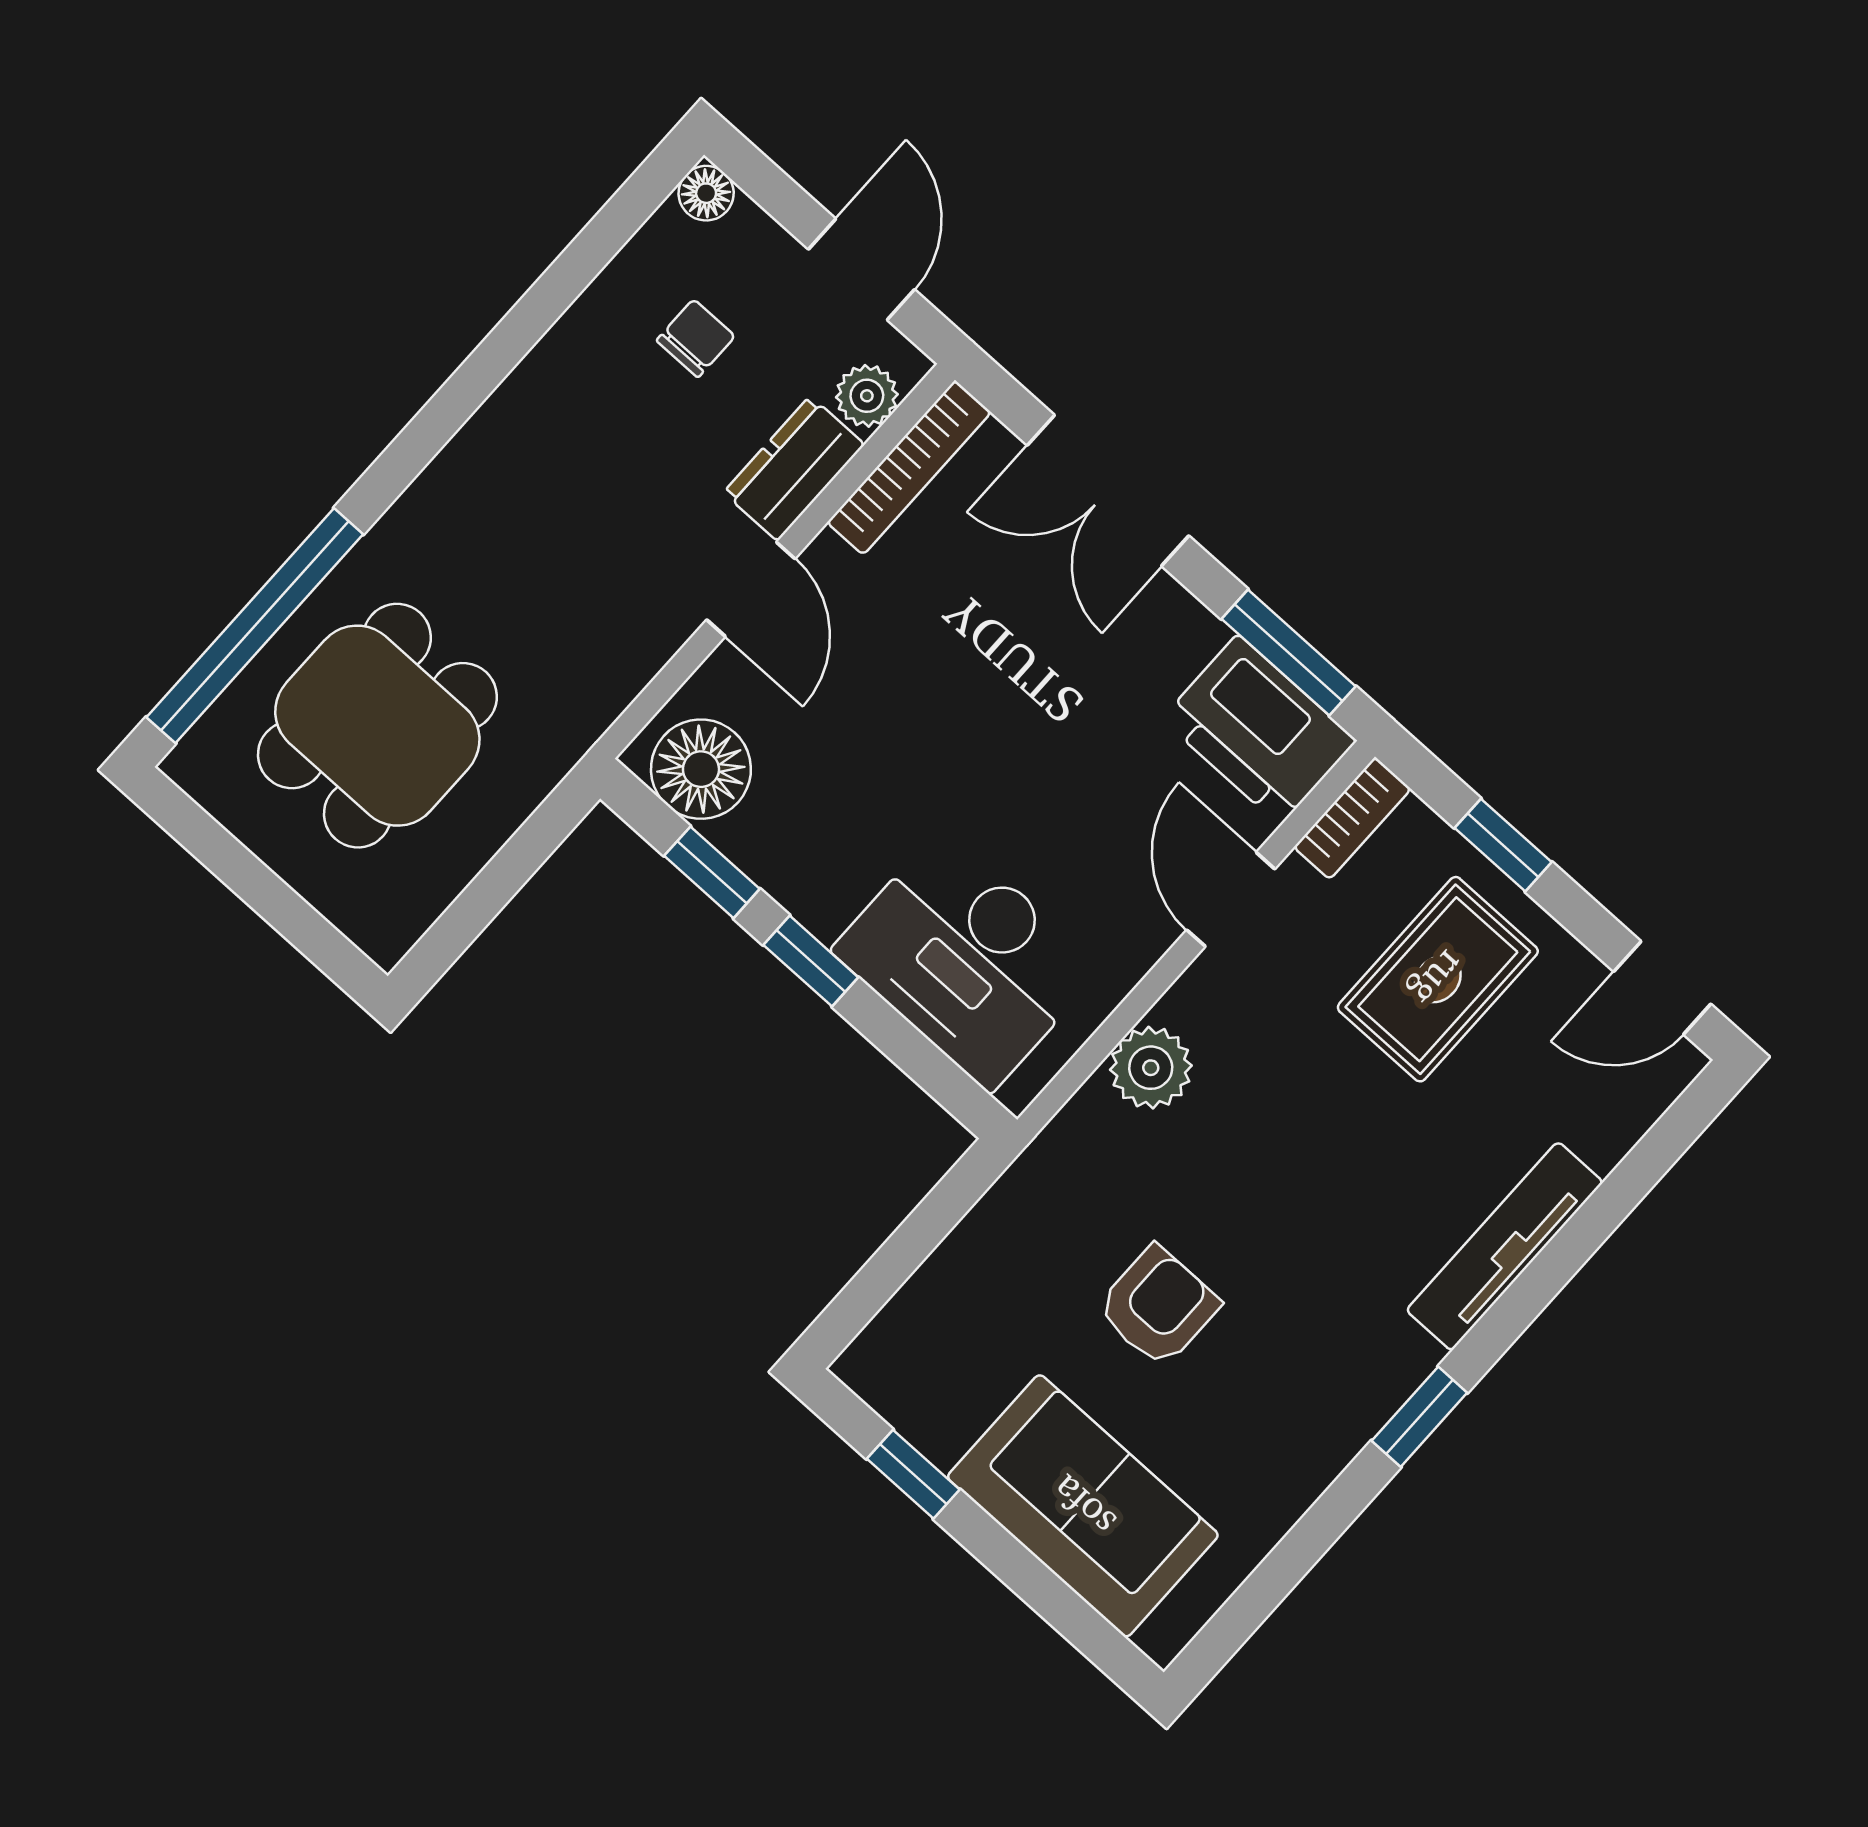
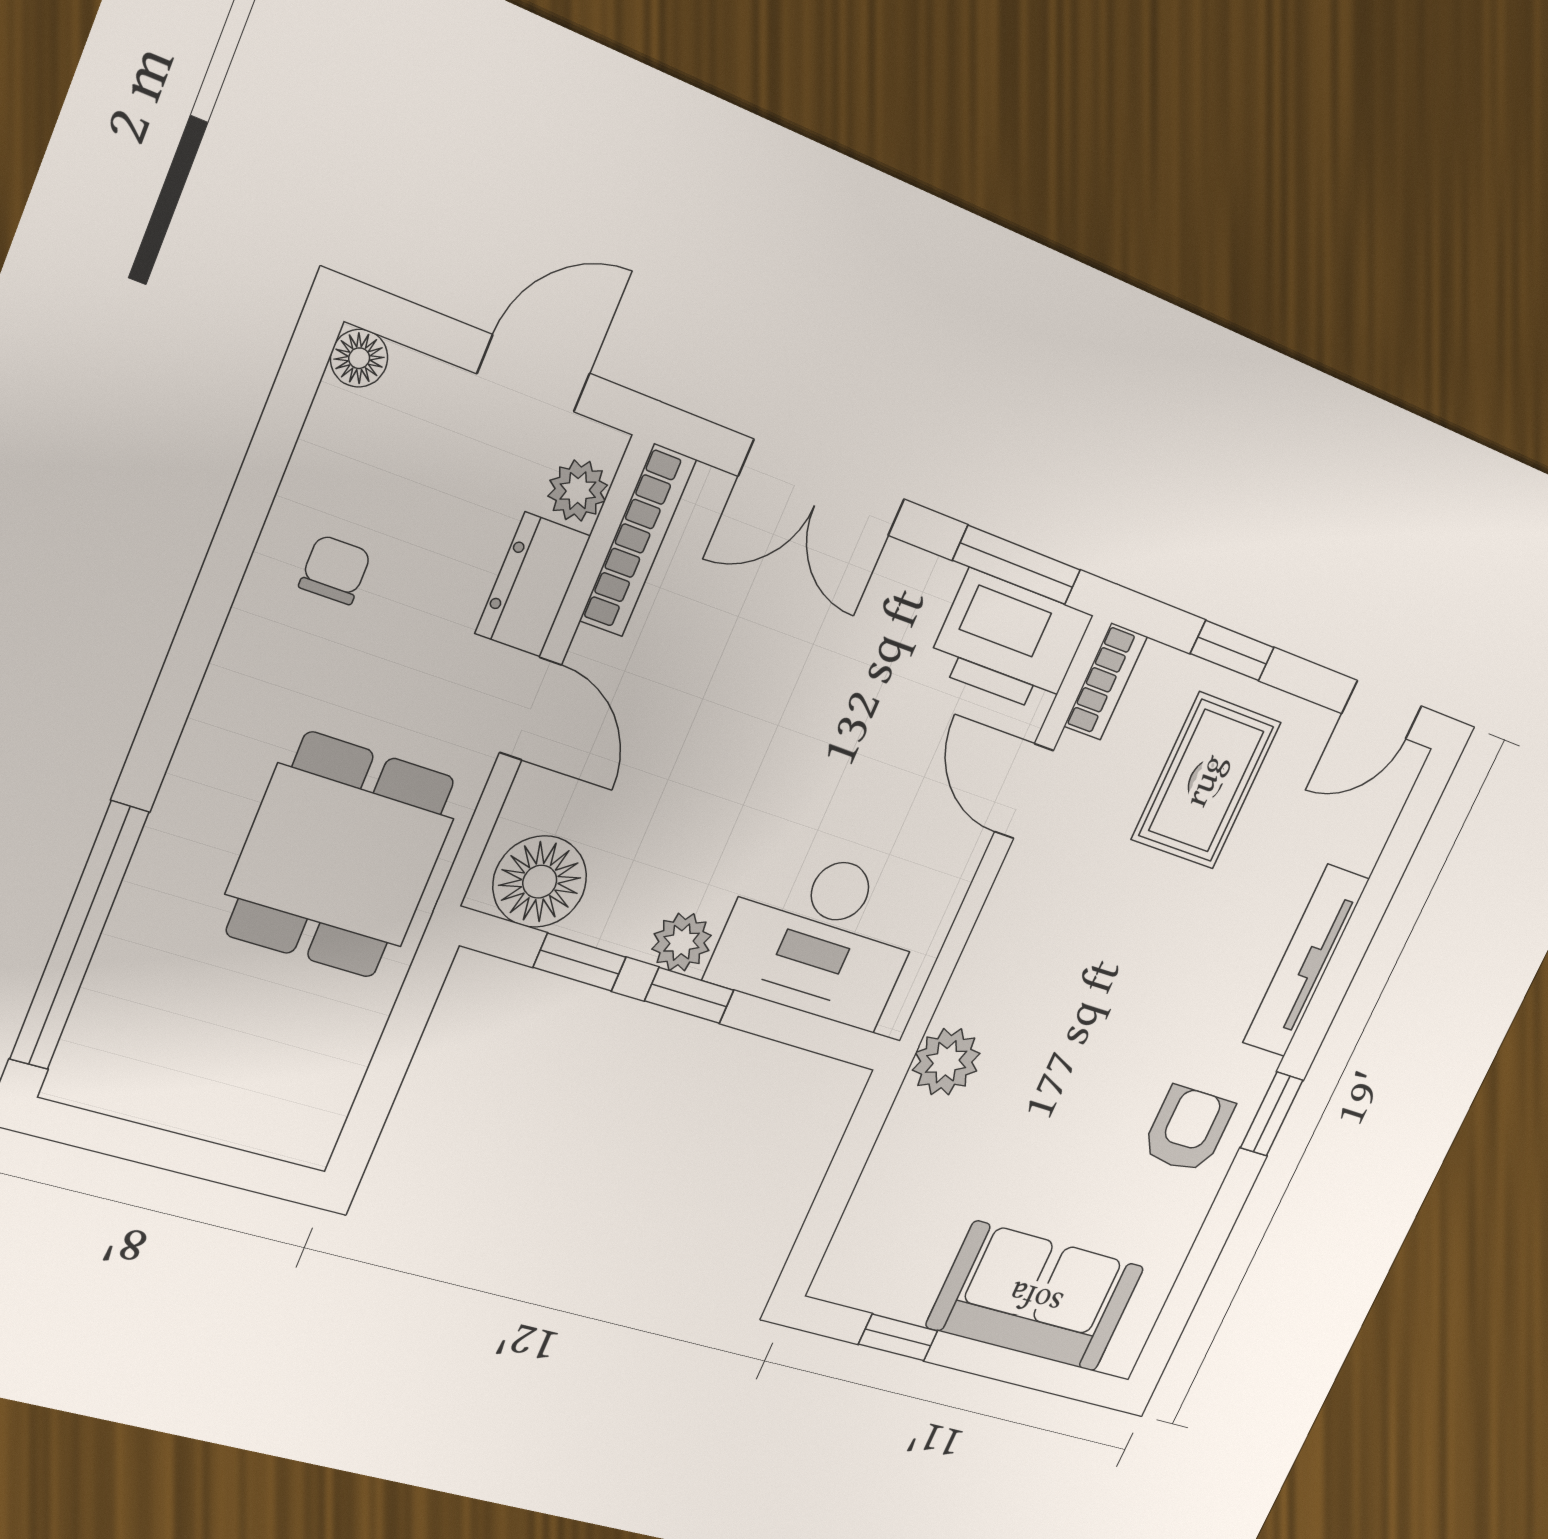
door: (862, 269) -> (534, 374), hinge flipped
chair: (696, 338) -> (335, 570), moved
dining table: (377, 726) -> (340, 856), moved
plant: (821, 899) -> (682, 942), added
plant: (1151, 1068) -> (946, 1062), moved
armchair: (1158, 1306) -> (1188, 1129), moved

